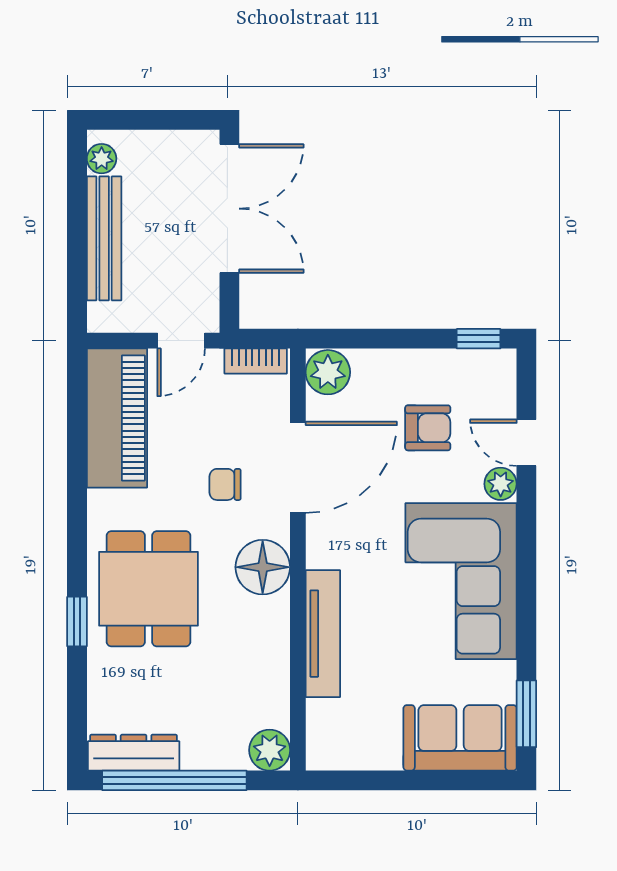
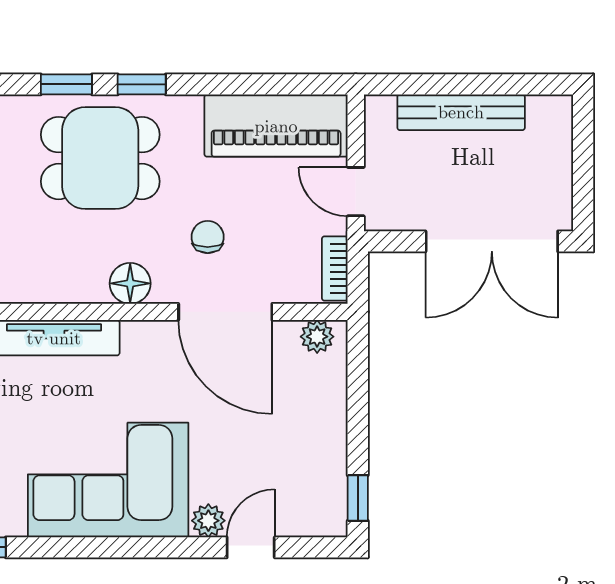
plant: (102, 159) -> (543, 110), removed
plant: (328, 372) -> (317, 337), width x0.73, depth x0.73
armchair: (428, 428) -> (266, 446), removed
window: (77, 548) -> (142, 84), added
floor lamp: (263, 567) -> (130, 283), width x0.73, depth x0.73

